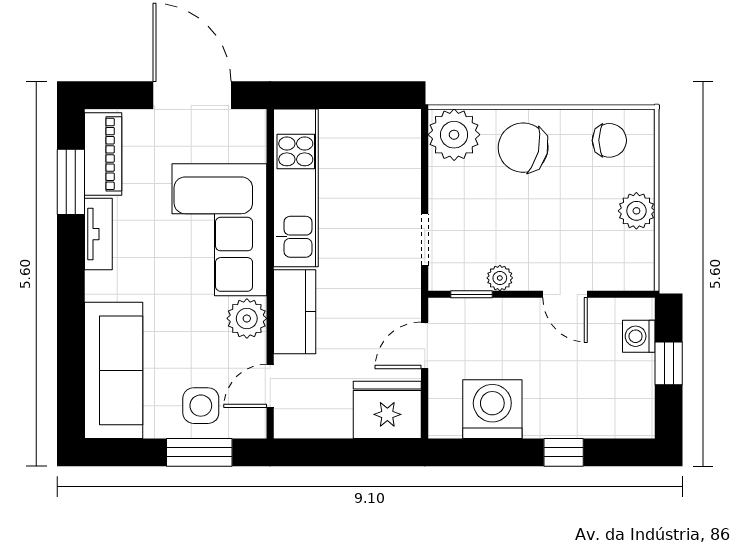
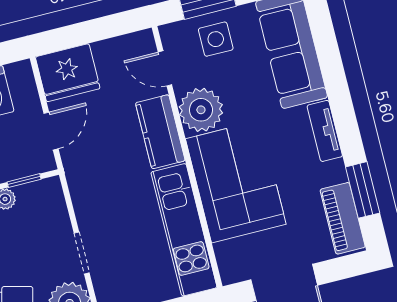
tv unit: (98, 234) -> (325, 131), moved
doorway: (425, 240) -> (82, 253), moved
plant: (247, 318) -> (201, 110), width x1.36, depth x1.36
door: (270, 386) -> (165, 68), swing flipped

